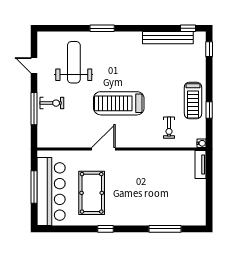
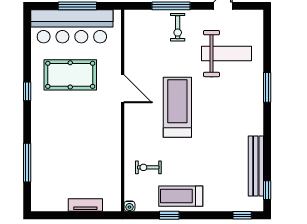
tv unit: (200, 164) -> (85, 205), moved

